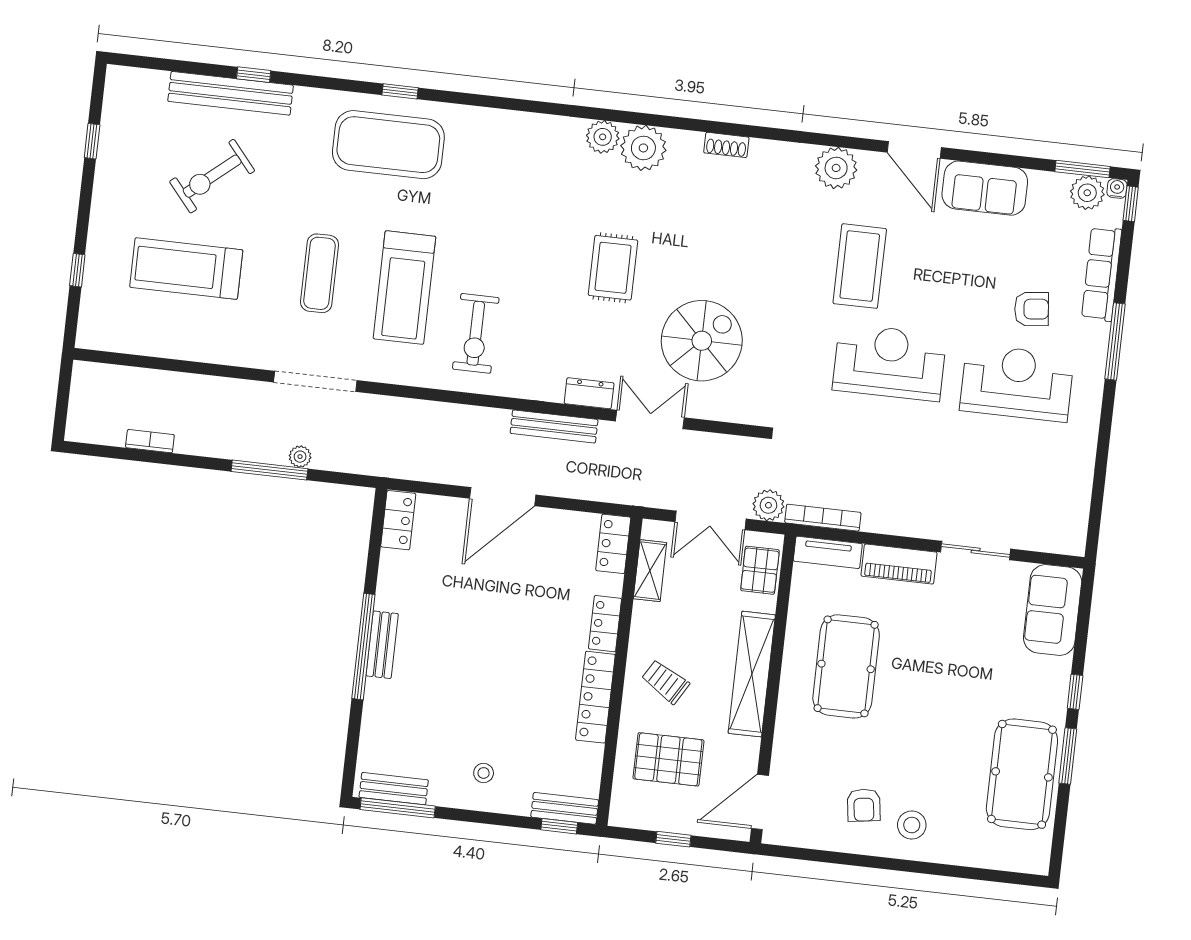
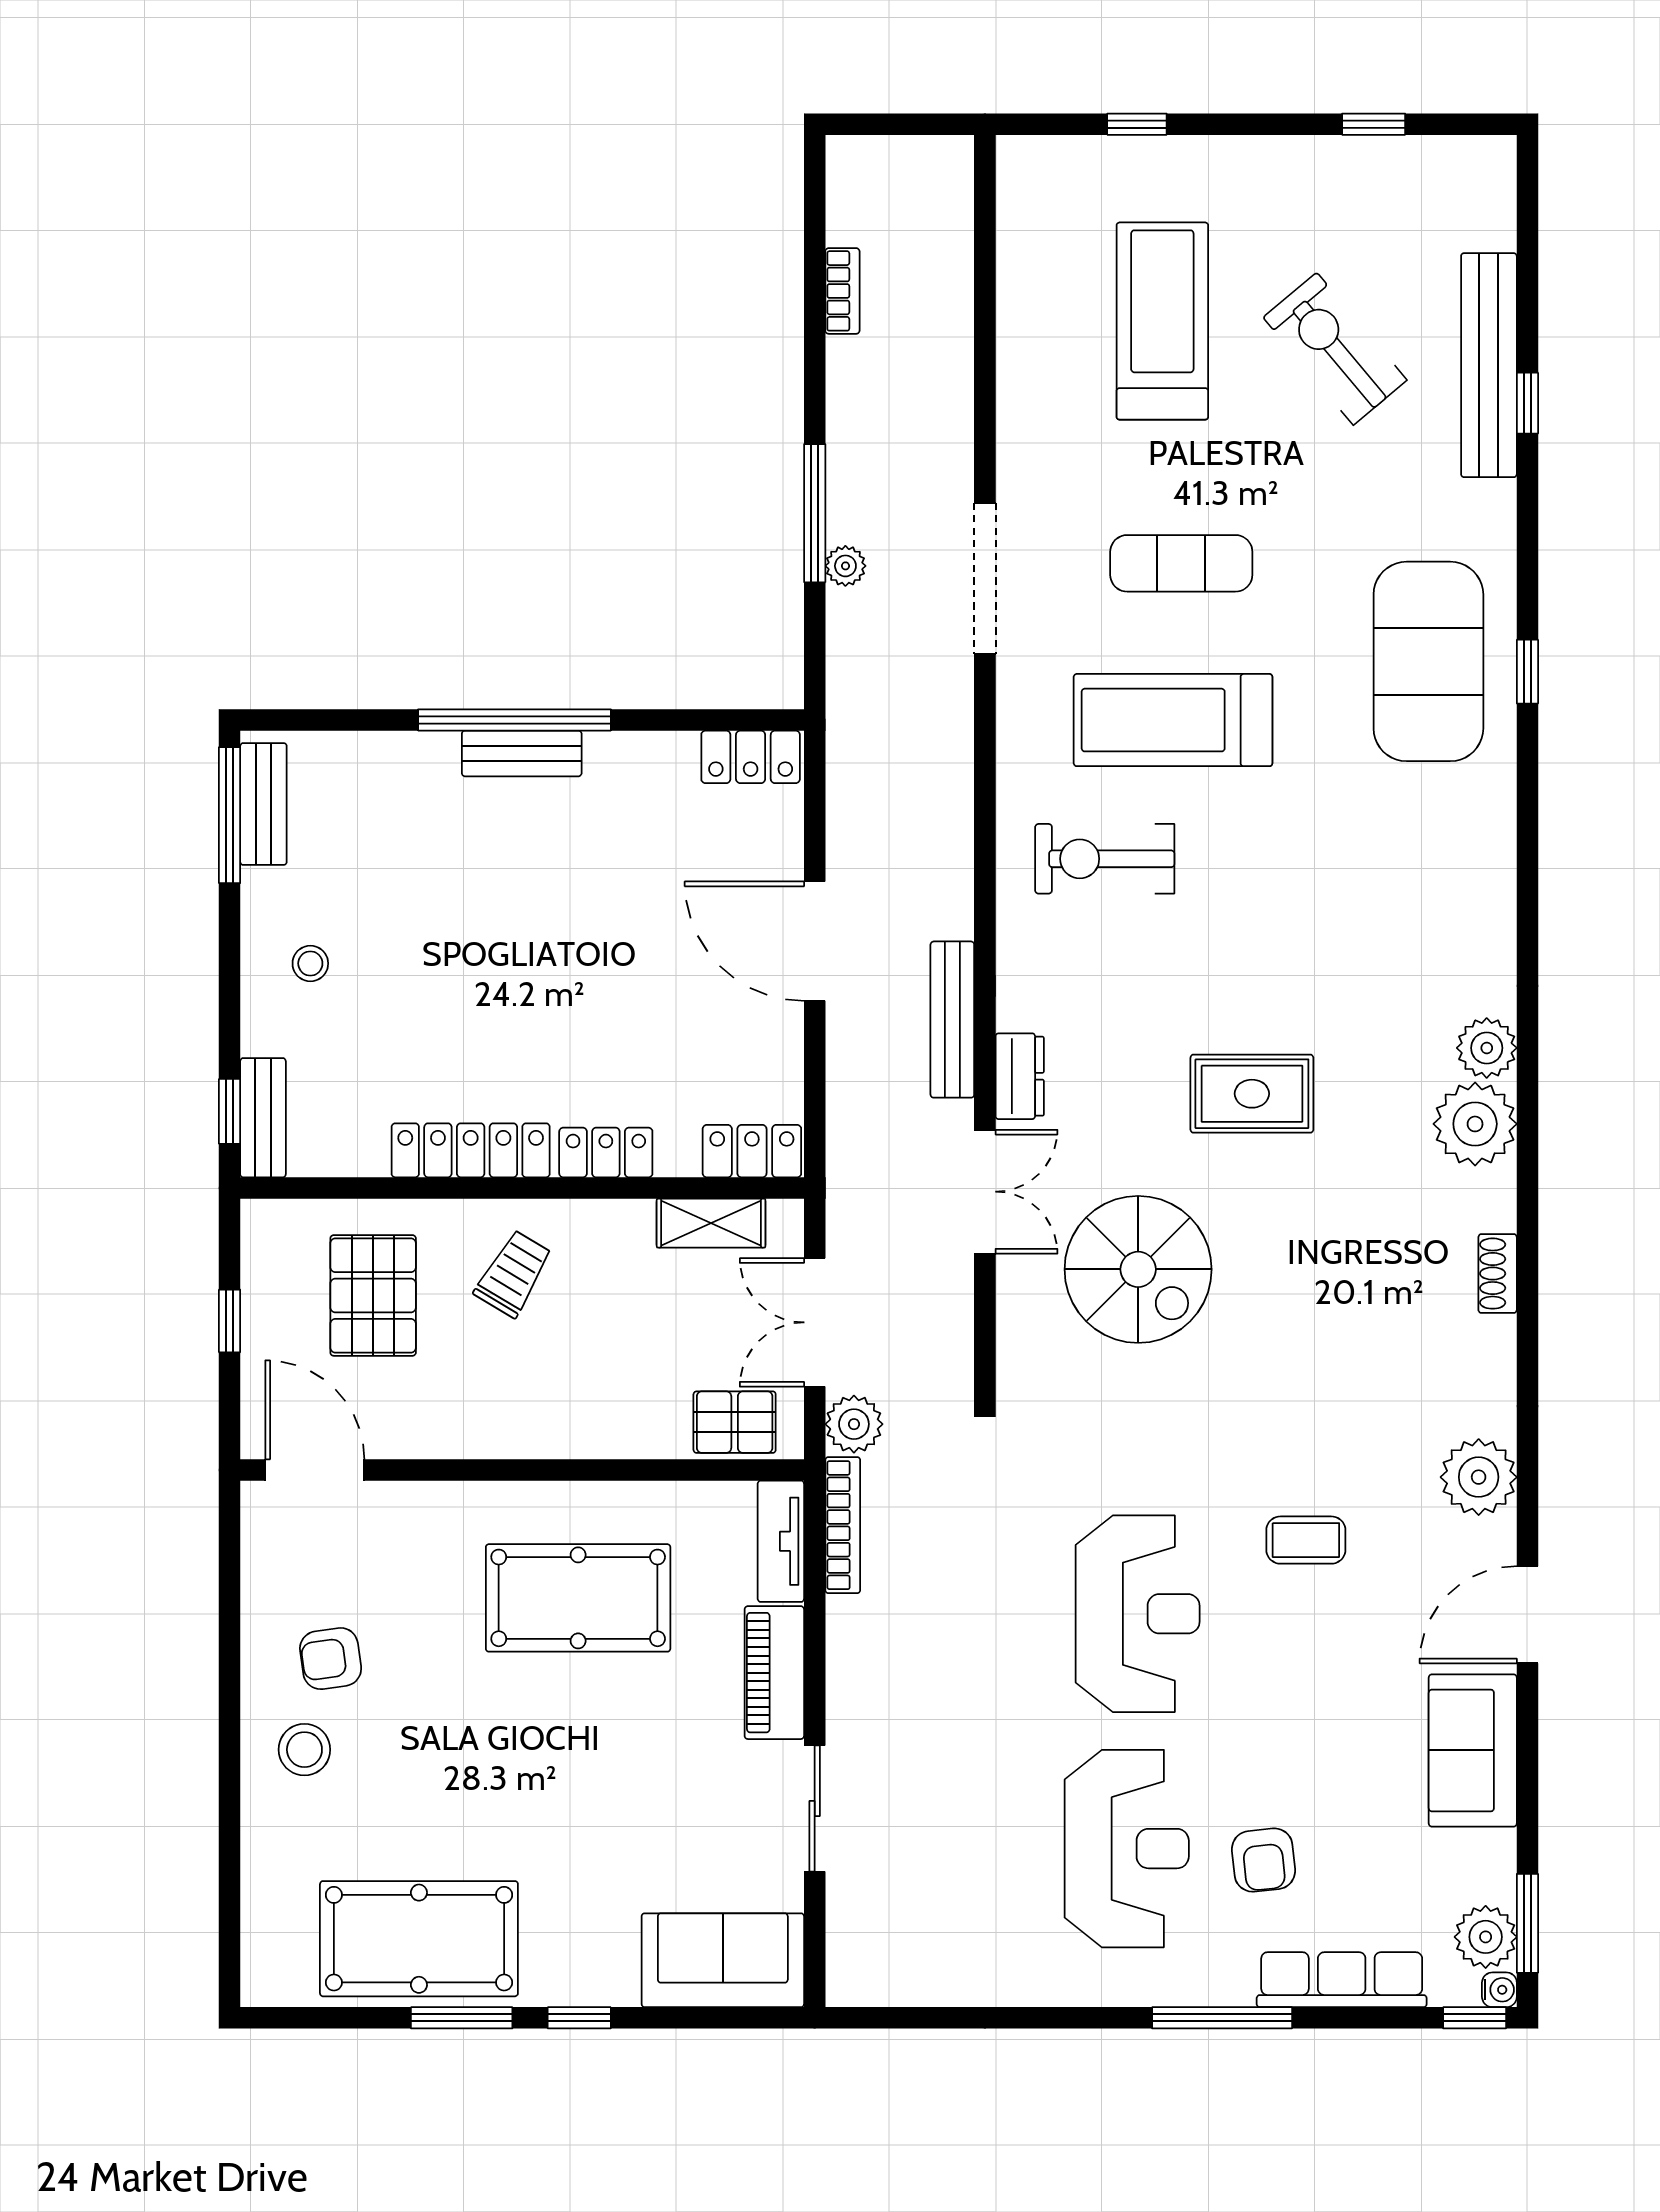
coffee table: (860, 266) -> (1306, 1540), width x0.54, depth x0.58
shelving: (752, 674) -> (545, 1429), removed

